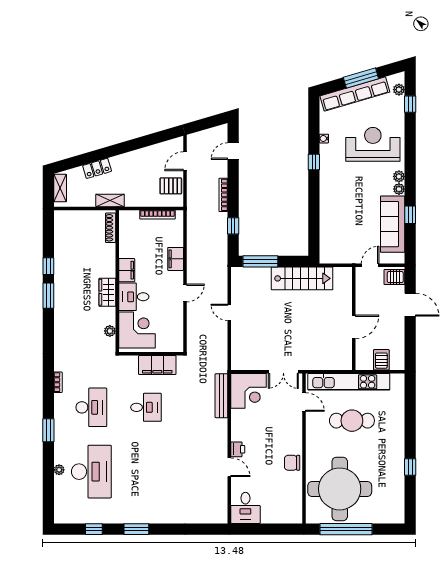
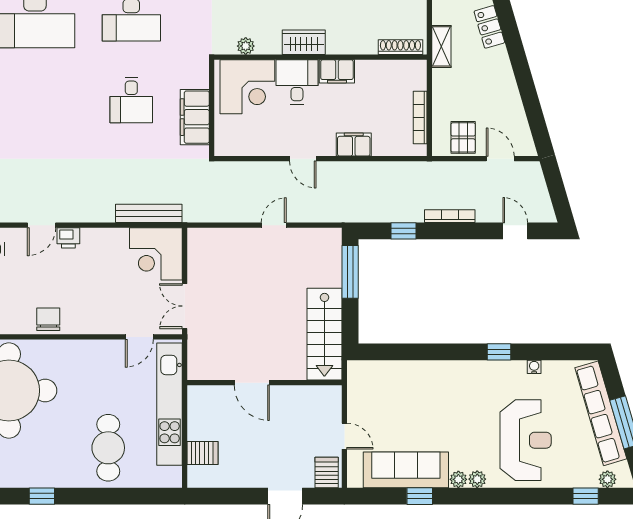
wall: (354, 318) -> (265, 383), moved
door: (354, 327) -> (252, 383), moved
cafe table: (352, 421) -> (108, 448), moved

